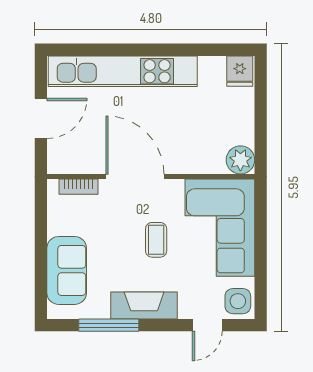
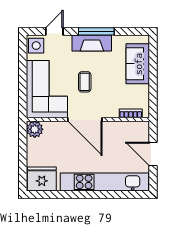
fridge: (240, 71) -> (42, 179), width x1.88, depth x1.34
door: (41, 118) -> (153, 154), hinge flipped
door: (135, 177) -> (85, 119), moved
window: (109, 325) -> (96, 31), moved

